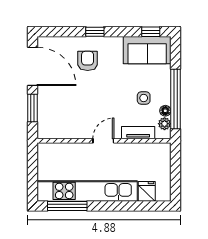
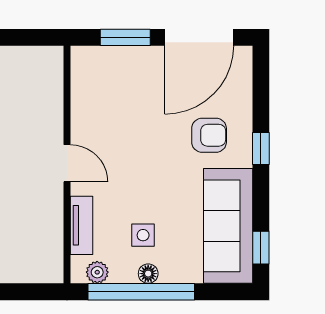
sofa: (147, 50) -> (228, 226), width x1.36
floor lamp: (165, 111) -> (148, 274), moved

